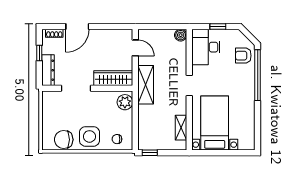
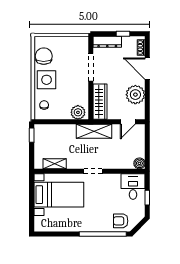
plant: (106, 40) -> (135, 95), added
desk: (206, 47) -> (133, 187), width x0.73
armchair: (243, 56) -> (121, 221), turned -90

